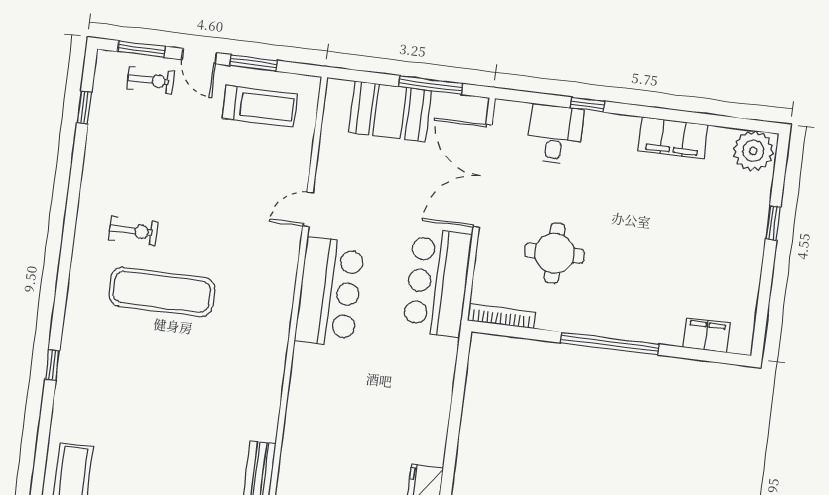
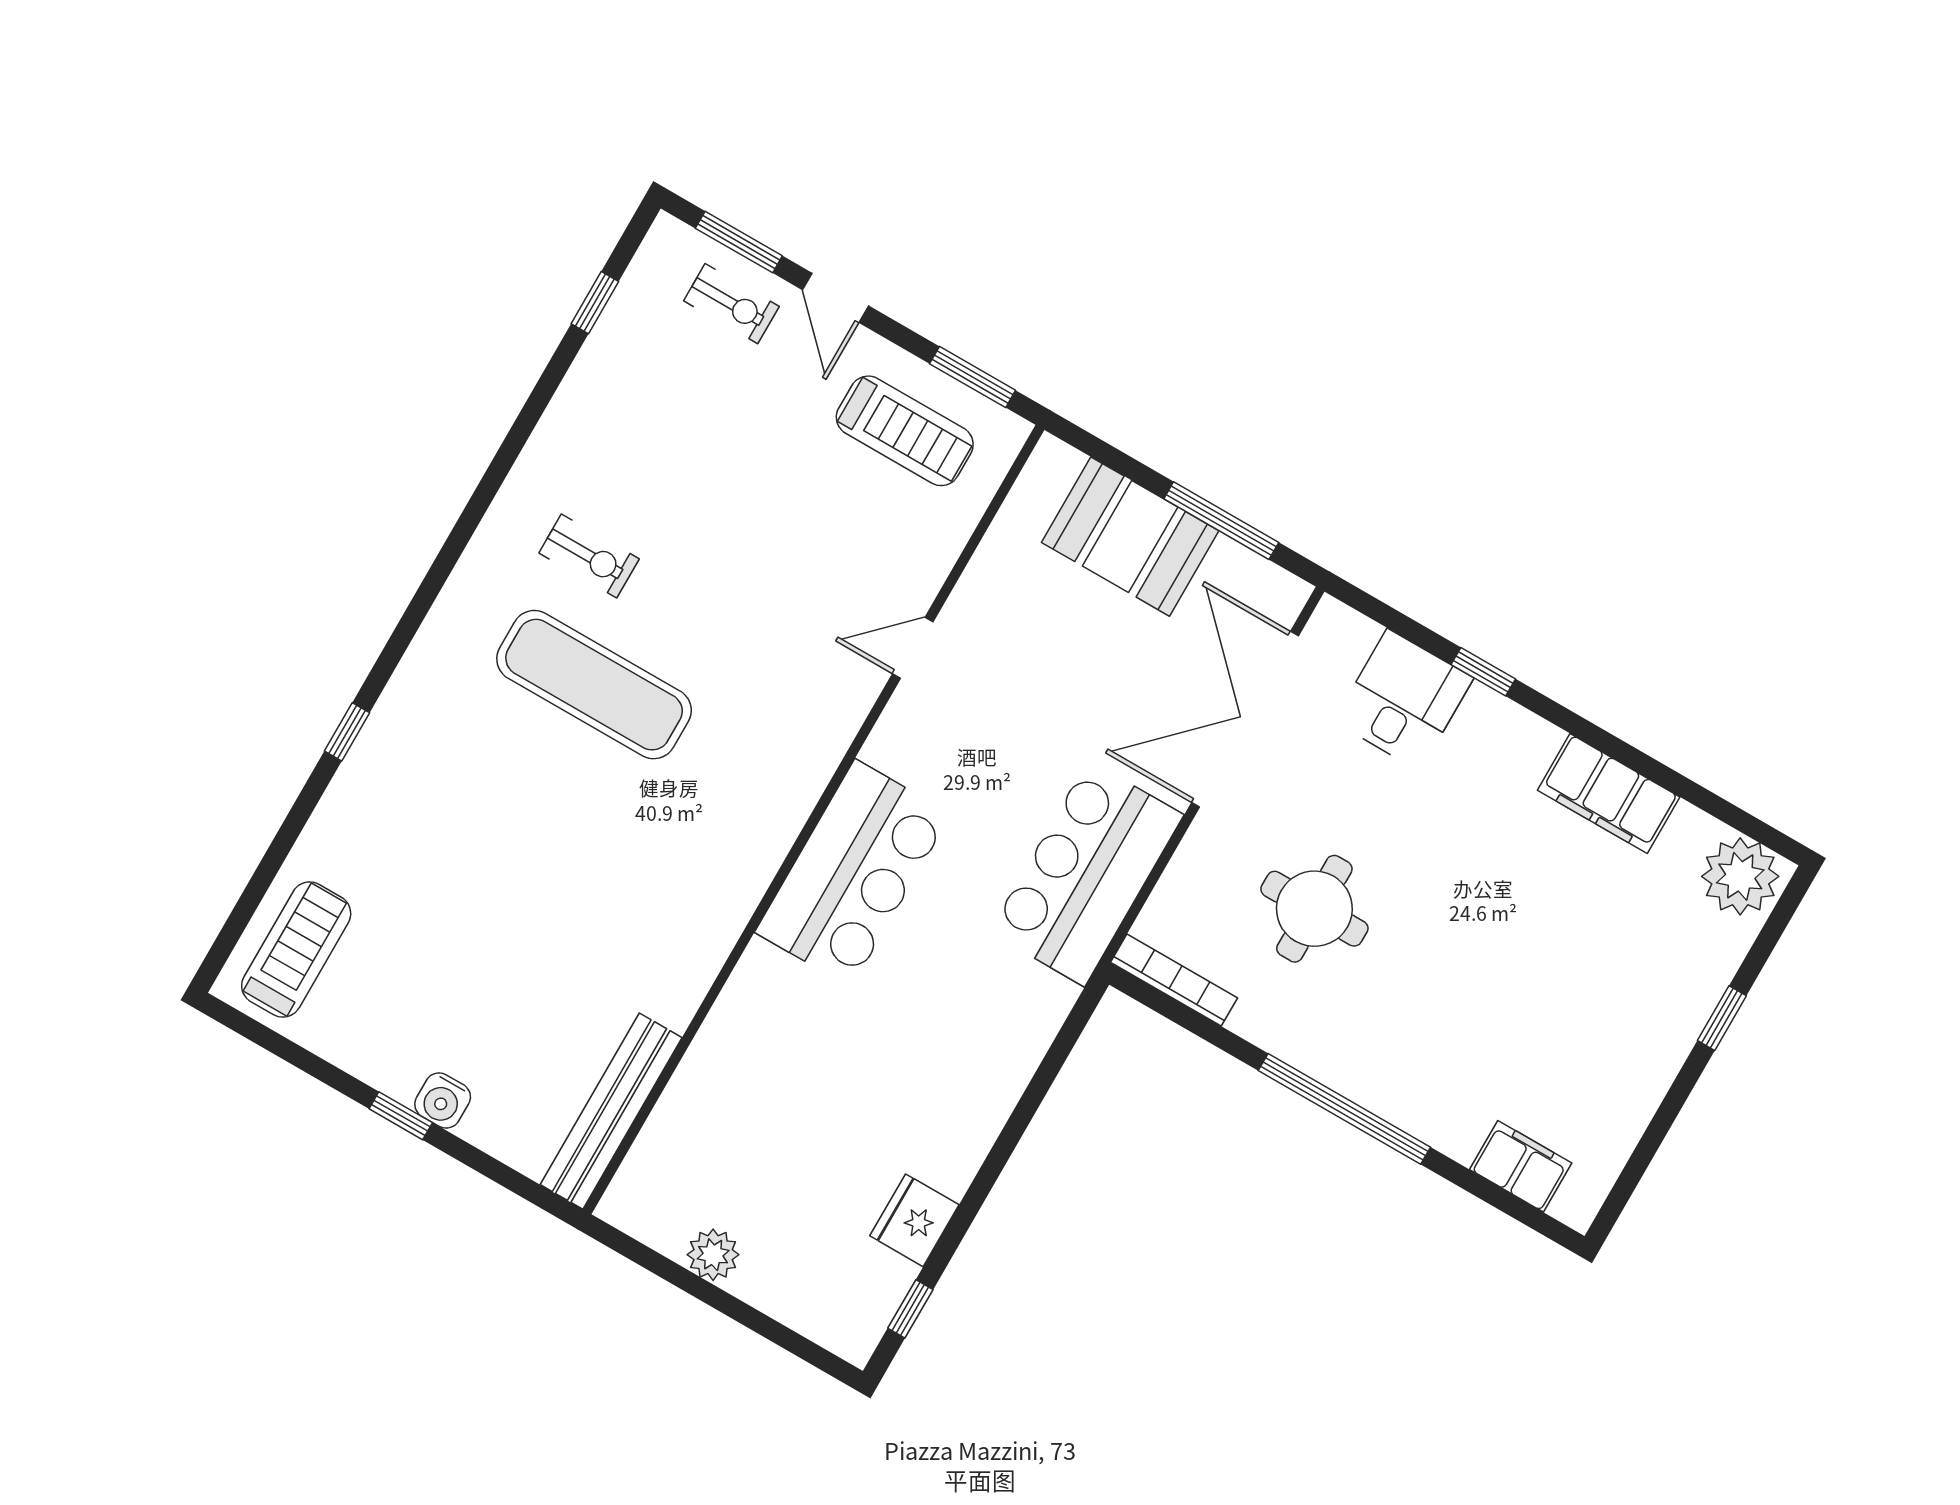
window: (254, 63) -> (973, 377), moved
bar counter: (330, 292) -> (853, 873), moved

